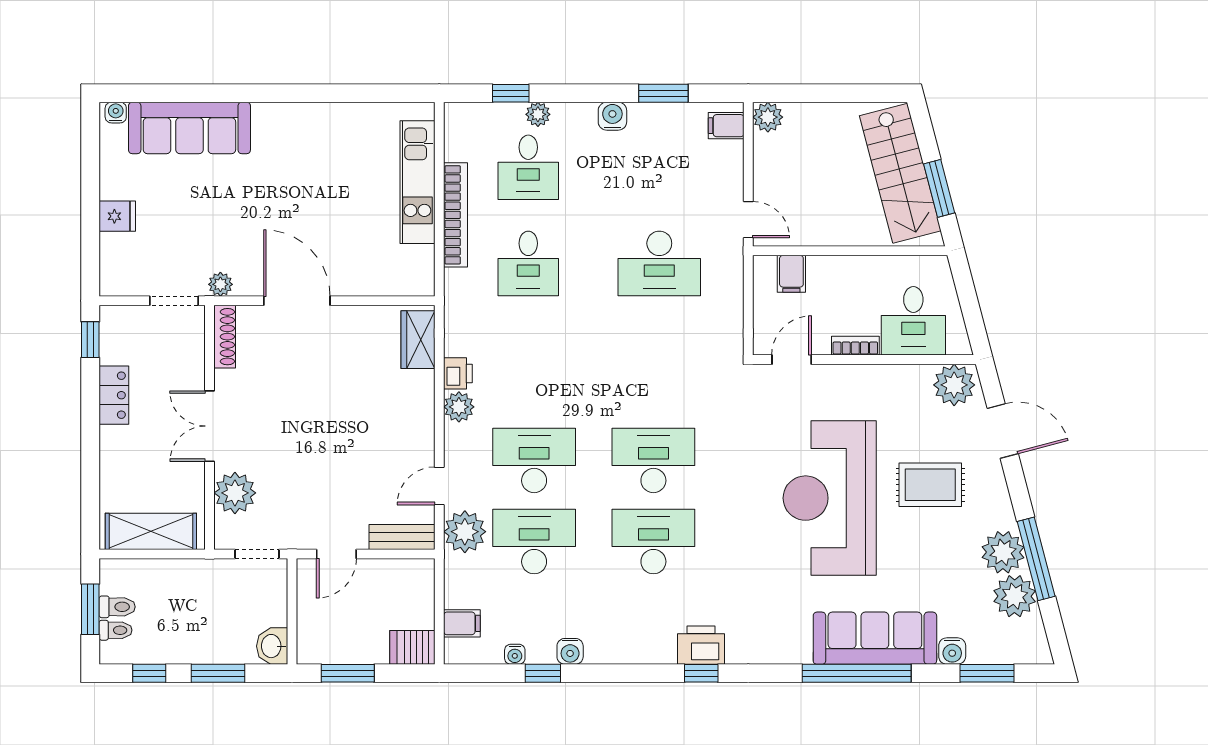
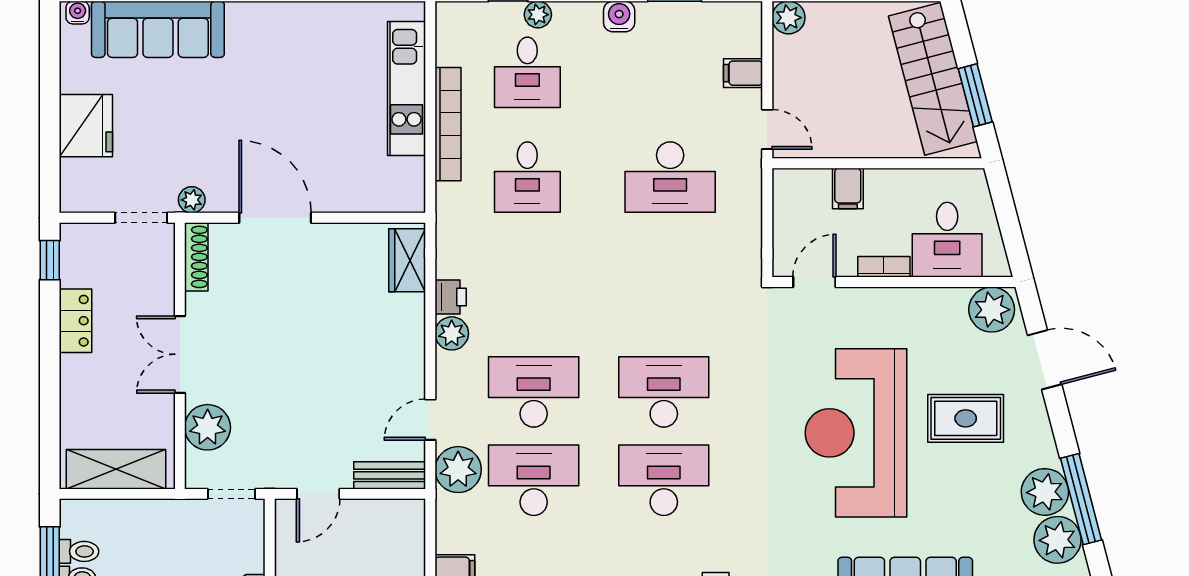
filing cabinet: (726, 126) -> (743, 73), moved
fridge: (117, 216) -> (86, 126), width x1.88, depth x1.34
filing cabinet: (791, 274) -> (848, 188), moved

